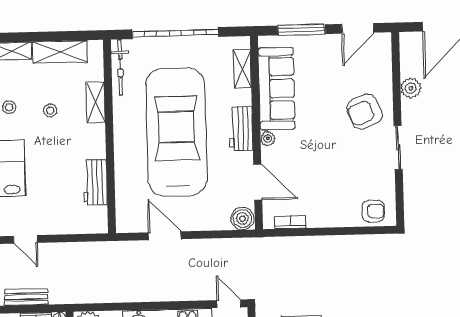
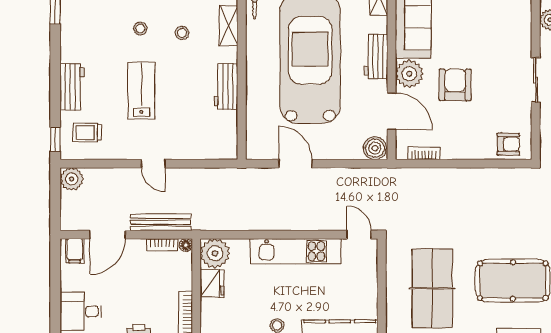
armchair: (365, 112) -> (455, 85), moved, turned 112
plant: (268, 139) -> (409, 74), width x1.88, depth x1.88
workbench: (95, 182) -> (226, 86), moved
bench: (26, 297) -> (161, 222), width x1.36

